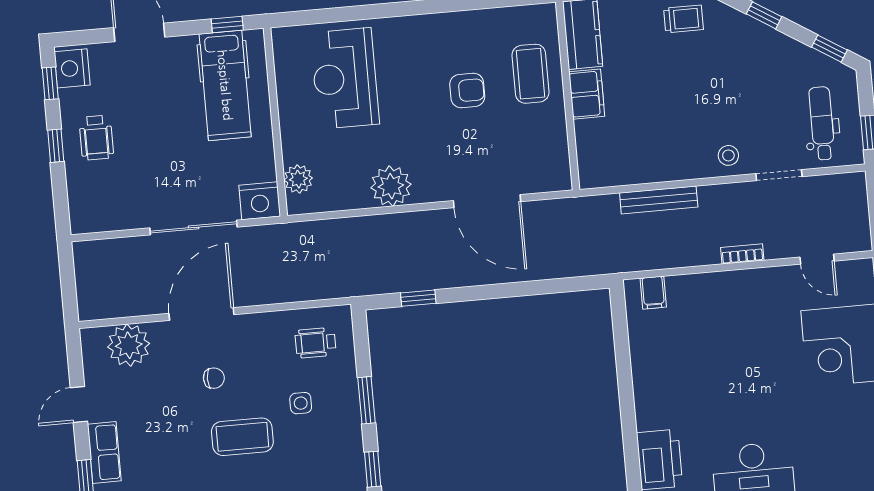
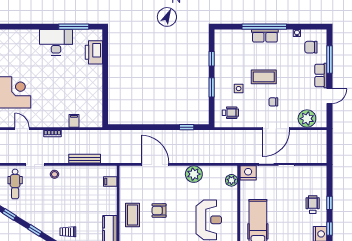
filing cabinet: (587, 94) -> (110, 181), moved, width x0.50
filing cabinet: (653, 293) -> (74, 121), moved

